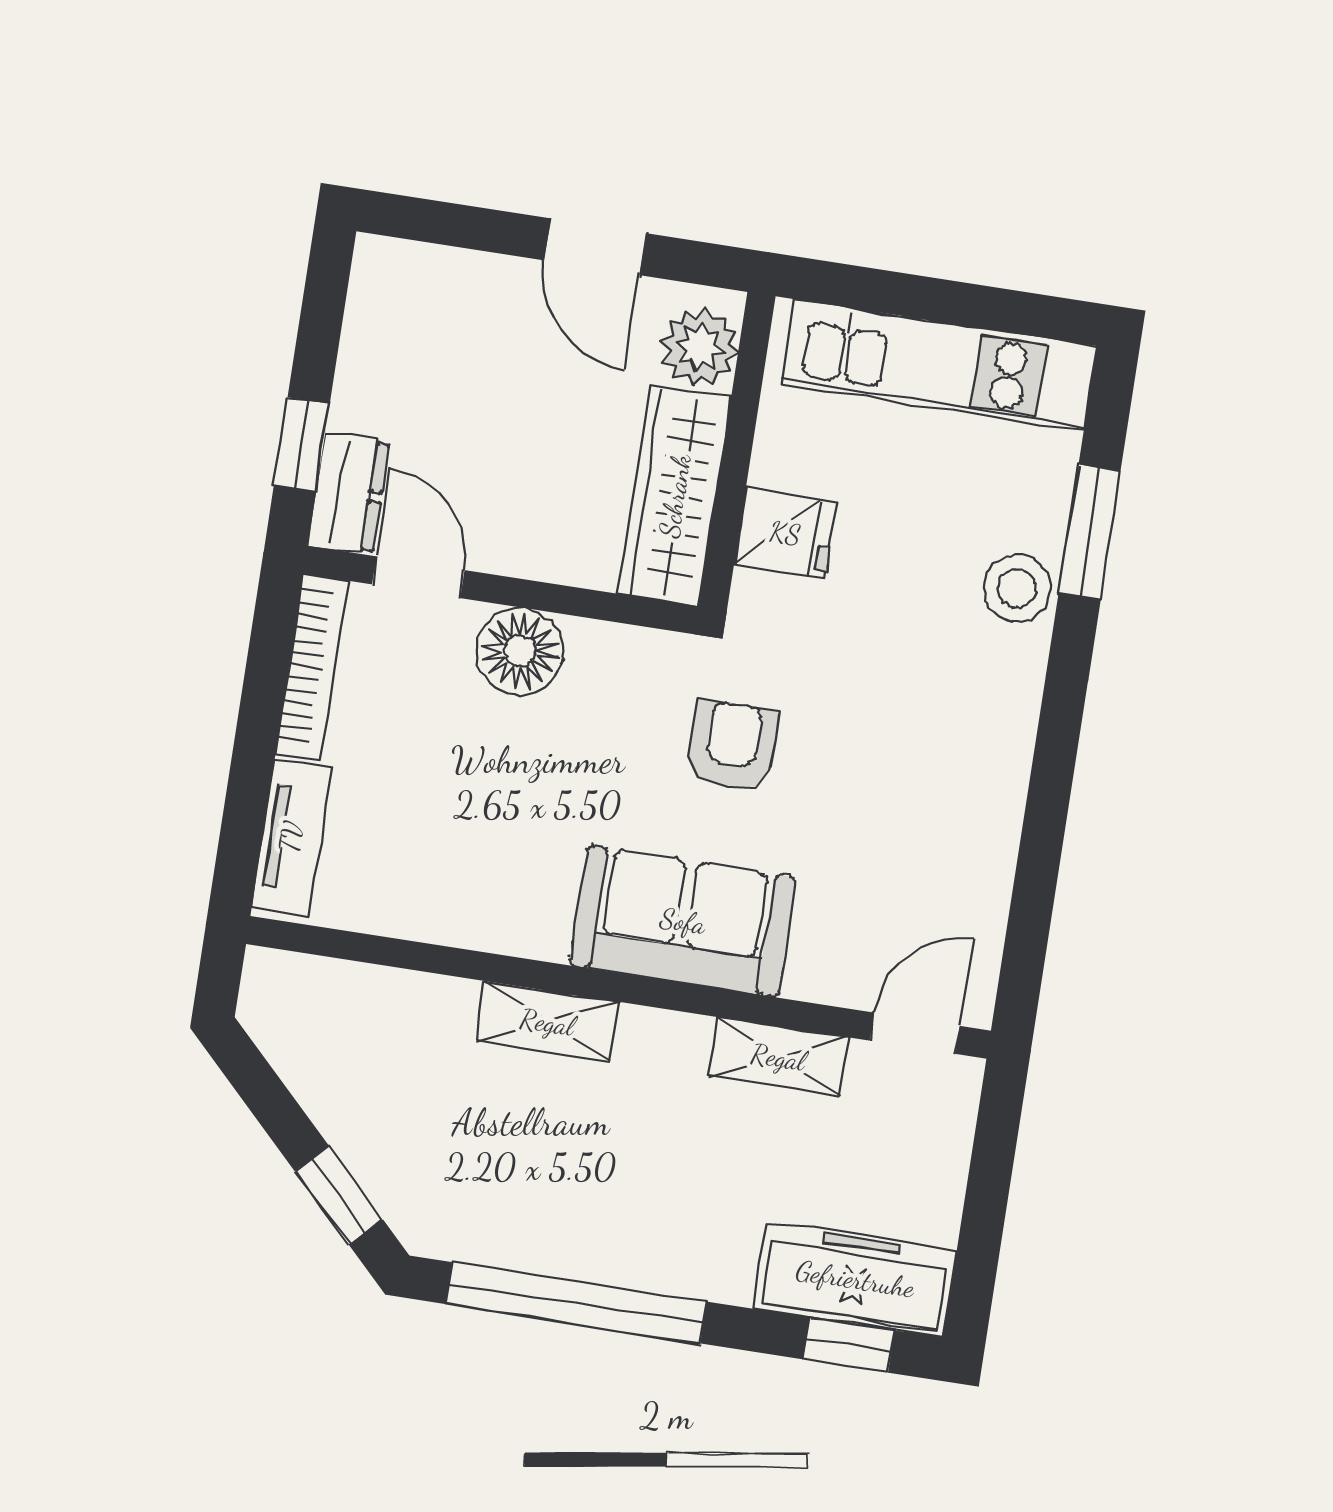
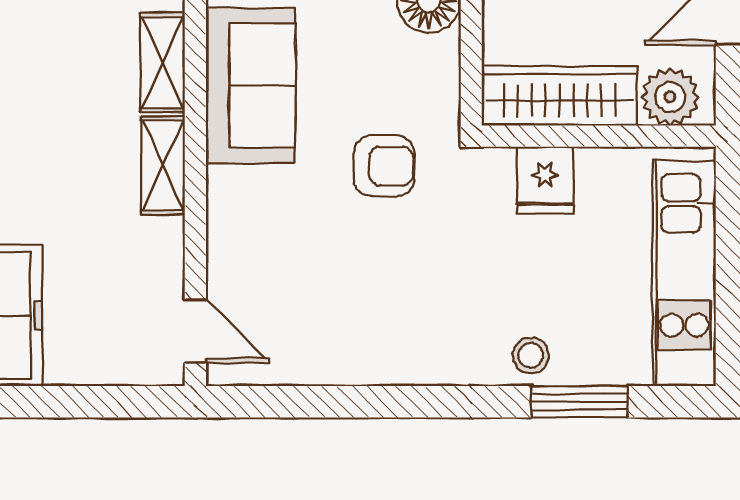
stool: (1017, 588) -> (531, 355), width x0.73, depth x0.73
sofa: (683, 921) -> (251, 85), moved
shelving: (778, 1057) -> (163, 165), moved

